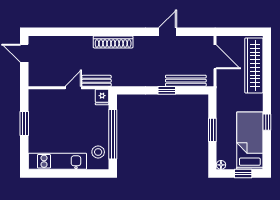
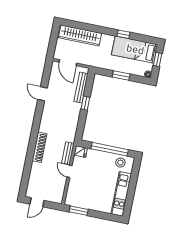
shoe rack: (113, 42) -> (39, 147), moved
door: (215, 57) -> (68, 63), swing flipped
window: (24, 123) -> (79, 211), moved

